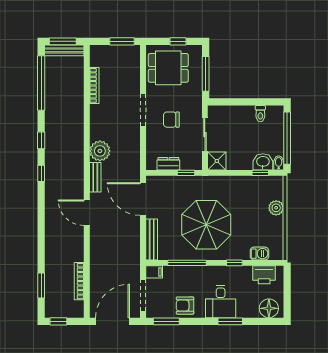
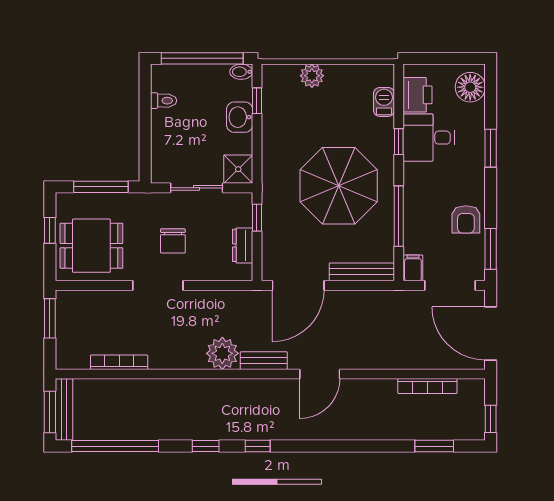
dining table: (168, 68) -> (91, 246), turned 90
washbasin: (263, 162) -> (240, 117), moved
desk: (221, 302) -> (429, 138), moved, turned 180

